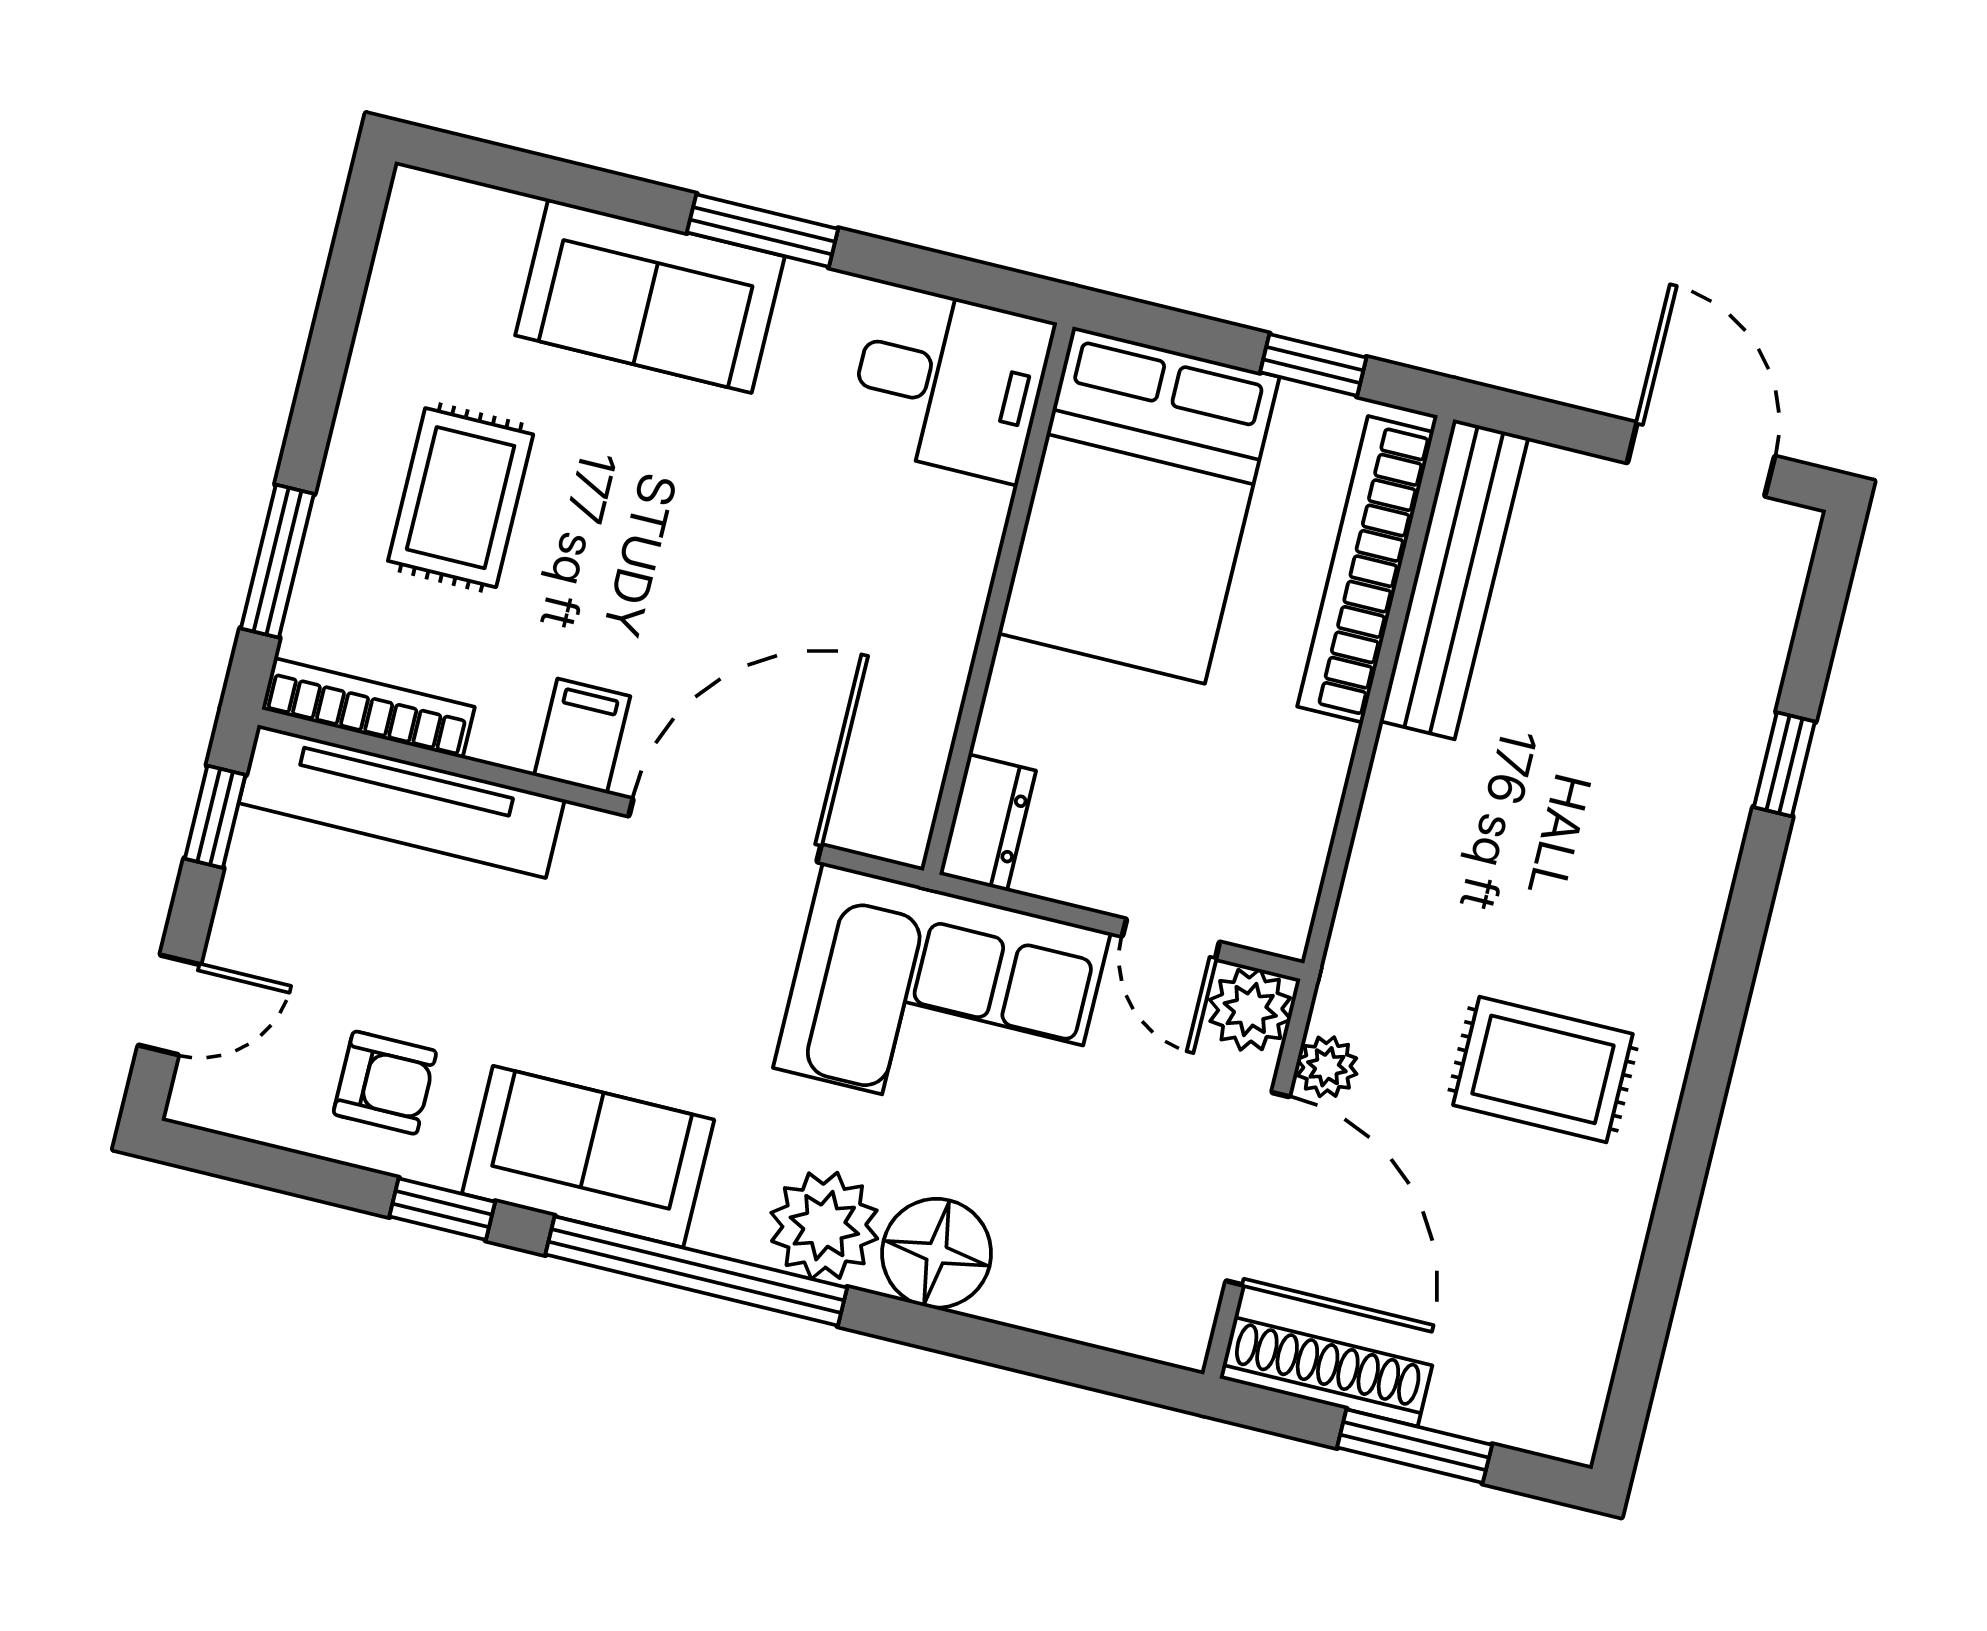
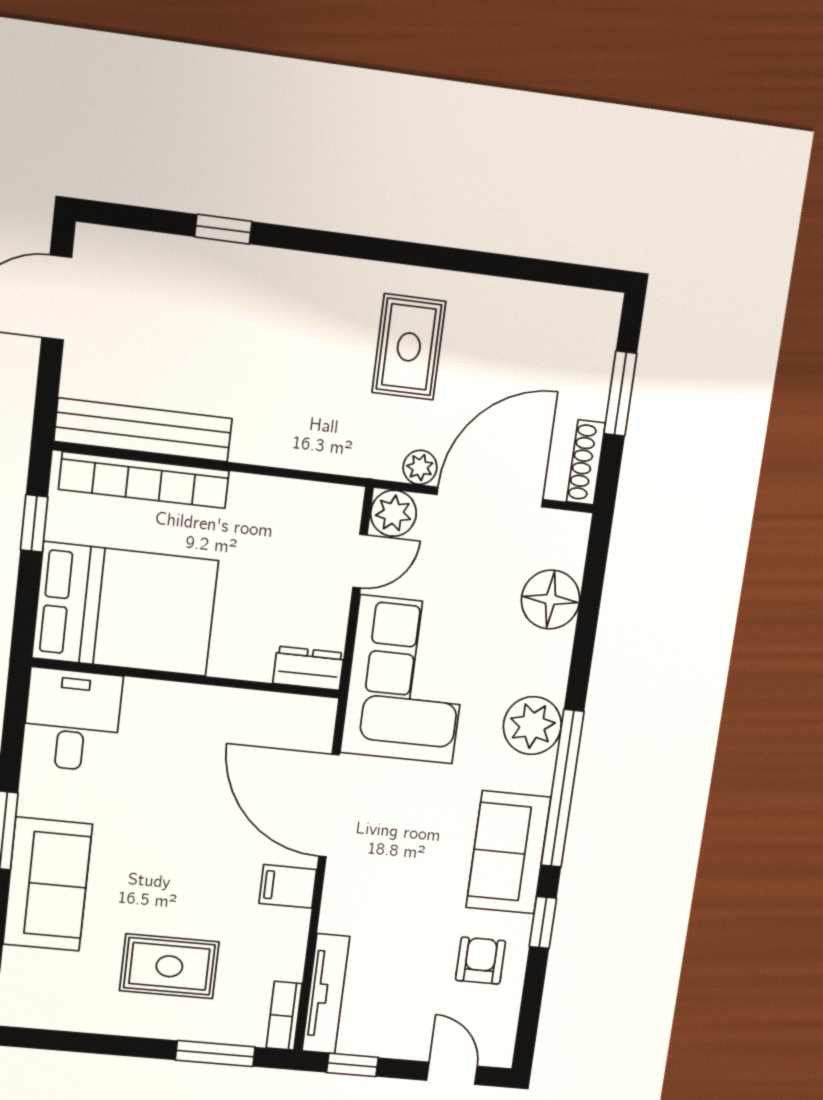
bookcase: (368, 708) -> (284, 1016), width x0.64
tv unit: (402, 801) -> (326, 994), width x0.73, depth x0.78
floor lamp: (937, 1253) -> (551, 600), moved
shoe rack: (1326, 1372) -> (586, 462), width x0.74, depth x0.81

